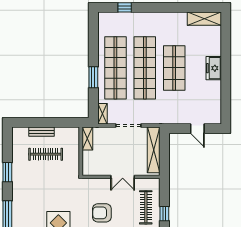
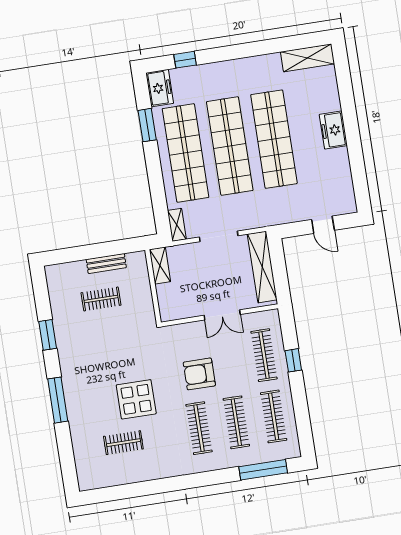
freezer: (105, 23) -> (160, 88), added
shop shelf: (174, 68) -> (274, 139), width x1.40
window: (93, 77) -> (147, 125), moved
bench: (41, 132) -> (106, 263), moved
clothes rail: (46, 154) -> (101, 299), width x0.73

